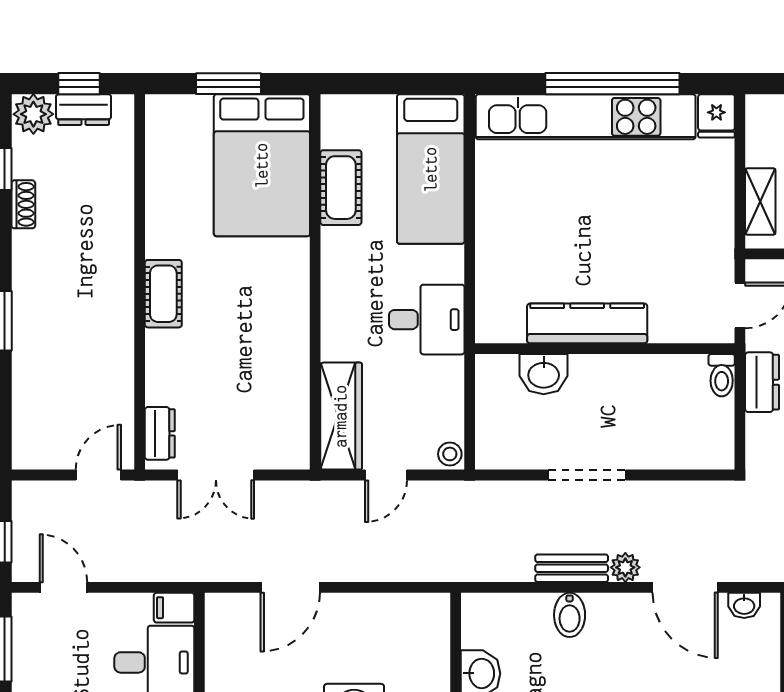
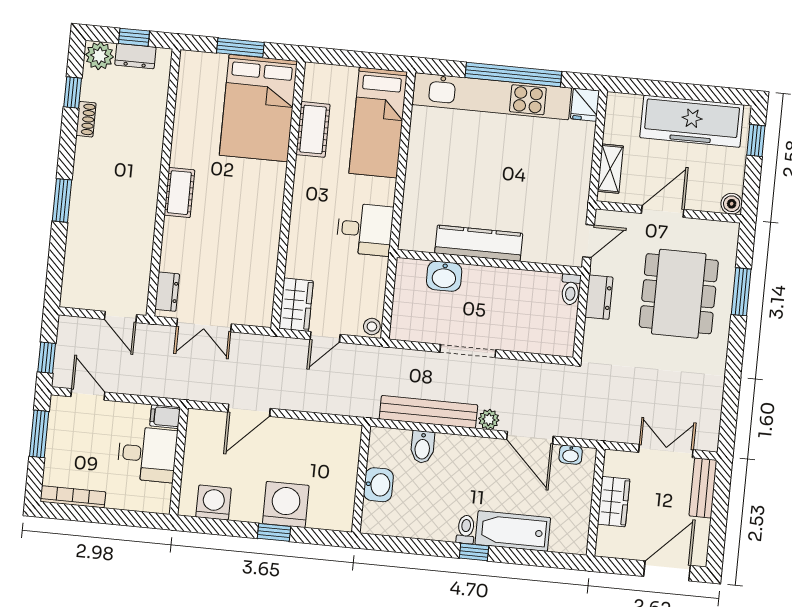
wardrobe: (341, 416) -> (296, 305), width x0.67
door: (98, 475) -> (120, 317), swing flipped
bench: (572, 568) -> (428, 412), width x1.86, depth x1.21
bidet: (570, 615) -> (422, 447), moved

